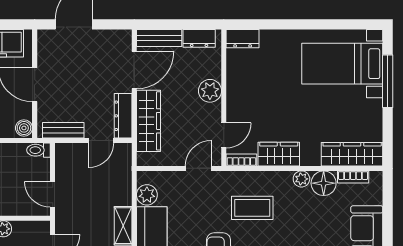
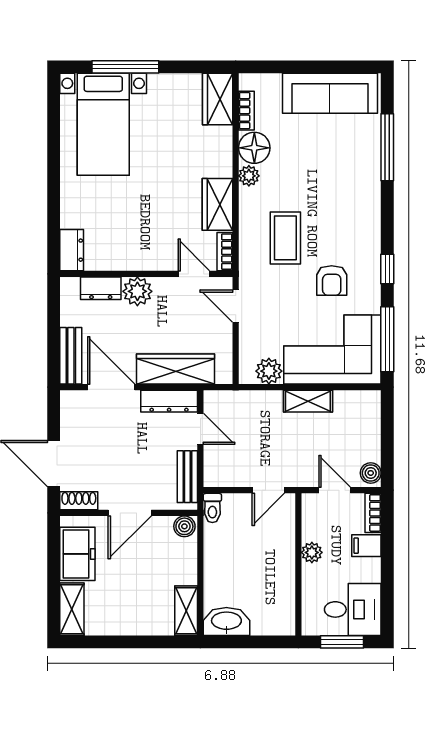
dresser: (199, 38) -> (101, 288), moved, turned 90
shoe rack: (44, 44) -> (79, 501), added
wardrobe: (352, 154) -> (218, 99), width x0.67

